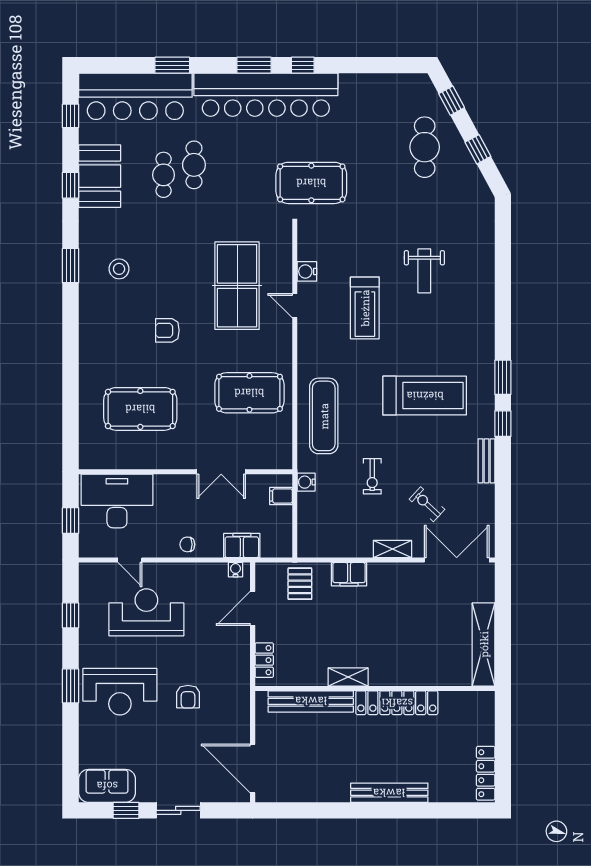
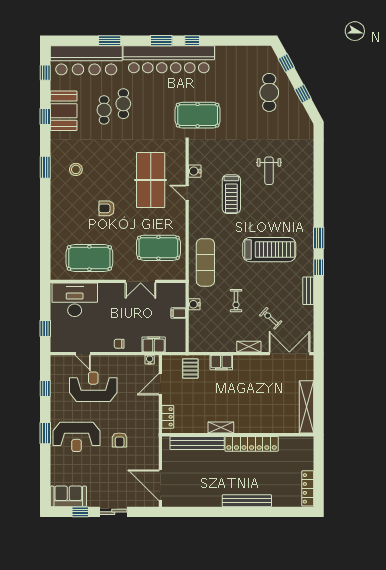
wall: (185, 472) -> (118, 281), moved
double door: (221, 472) -> (141, 281), moved
desk: (117, 501) -> (75, 300), moved

